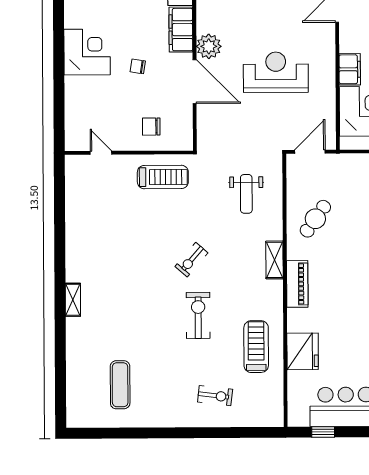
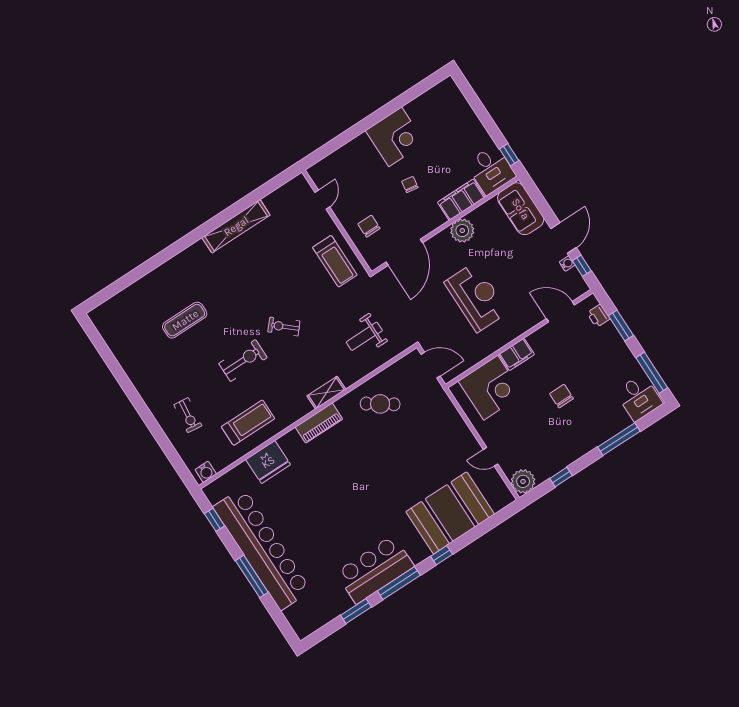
door: (195, 82) -> (404, 252), moved
shelving: (73, 300) -> (236, 226), moved, width x2.20, depth x1.33
exercise mat: (120, 385) -> (185, 320), moved
water cooler: (275, 412) -> (206, 472), added

